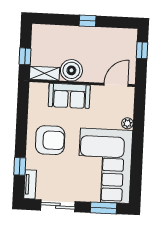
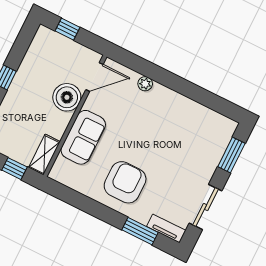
boiler: (71, 70) -> (67, 97), moved
door: (116, 85) -> (94, 77), swing flipped
window: (20, 166) -> (140, 231), width x1.50
corner sofa: (105, 166) -> (183, 132), removed

